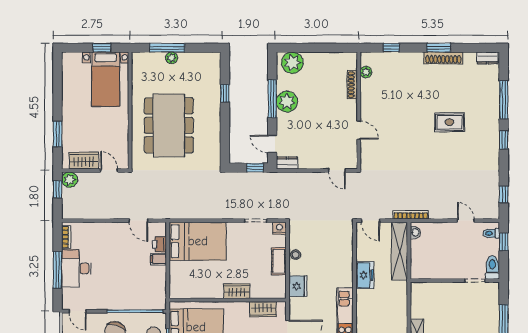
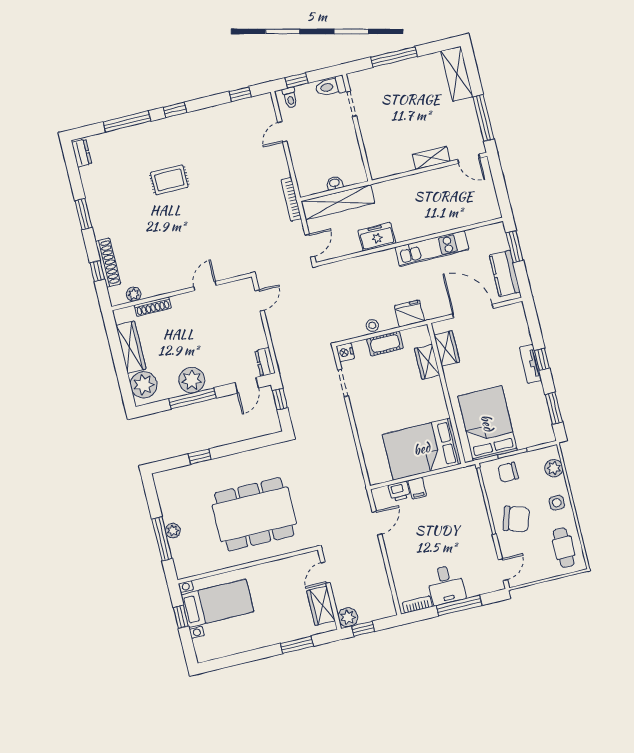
shoe rack: (443, 58) -> (108, 263), moved
wardrobe: (324, 60) -> (131, 347), added
rug: (449, 122) -> (169, 180), turned 90
washbasin: (415, 233) -> (335, 183), moved
bed: (198, 241) -> (422, 449), moved, turned -90
desk: (76, 268) -> (446, 585), width x0.73
wardrobe: (237, 291) -> (427, 362), moved

